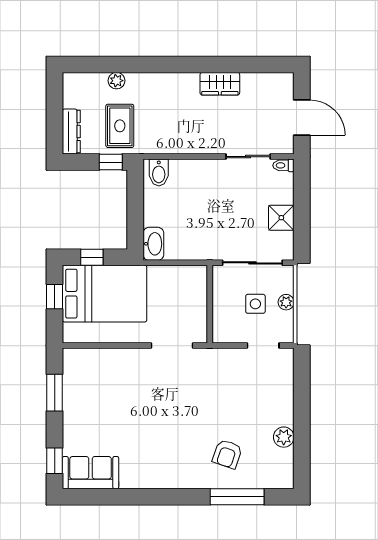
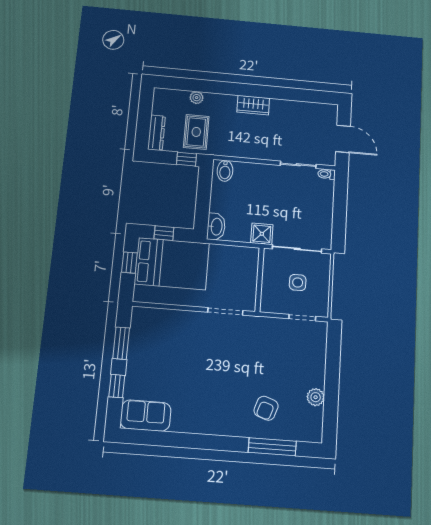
wardrobe: (220, 84) -> (253, 105), moved
shower: (281, 218) -> (262, 234), moved
plant: (286, 302) -> (323, 283), removed
window: (55, 461) -> (117, 386), moved

